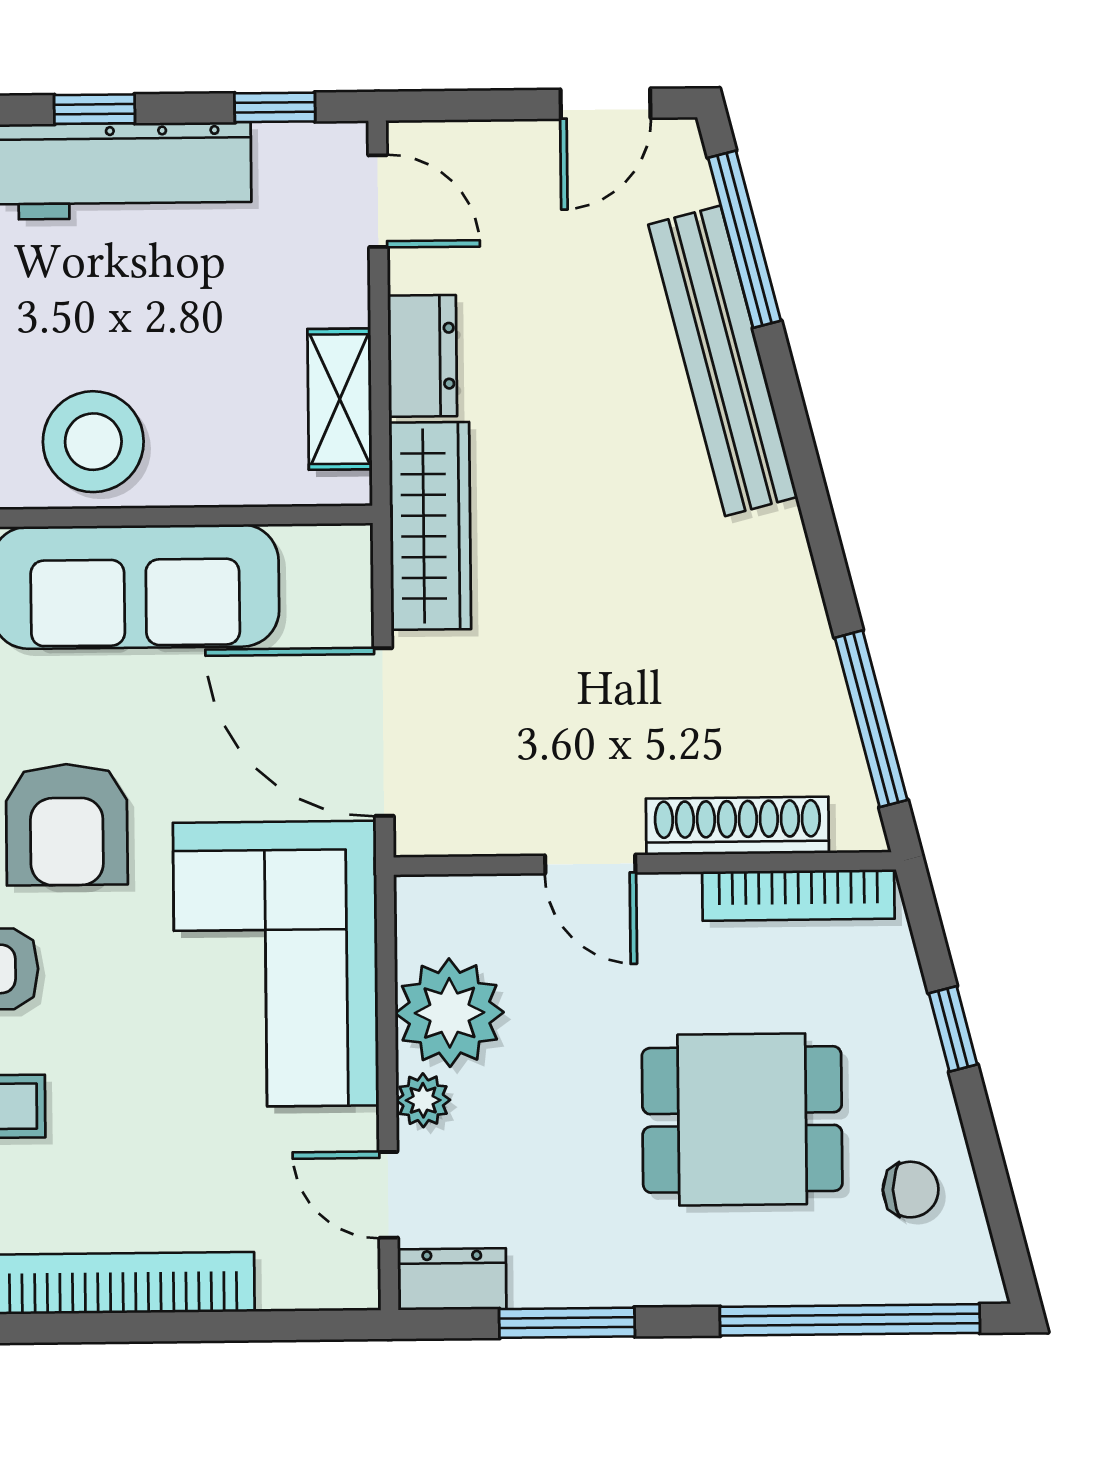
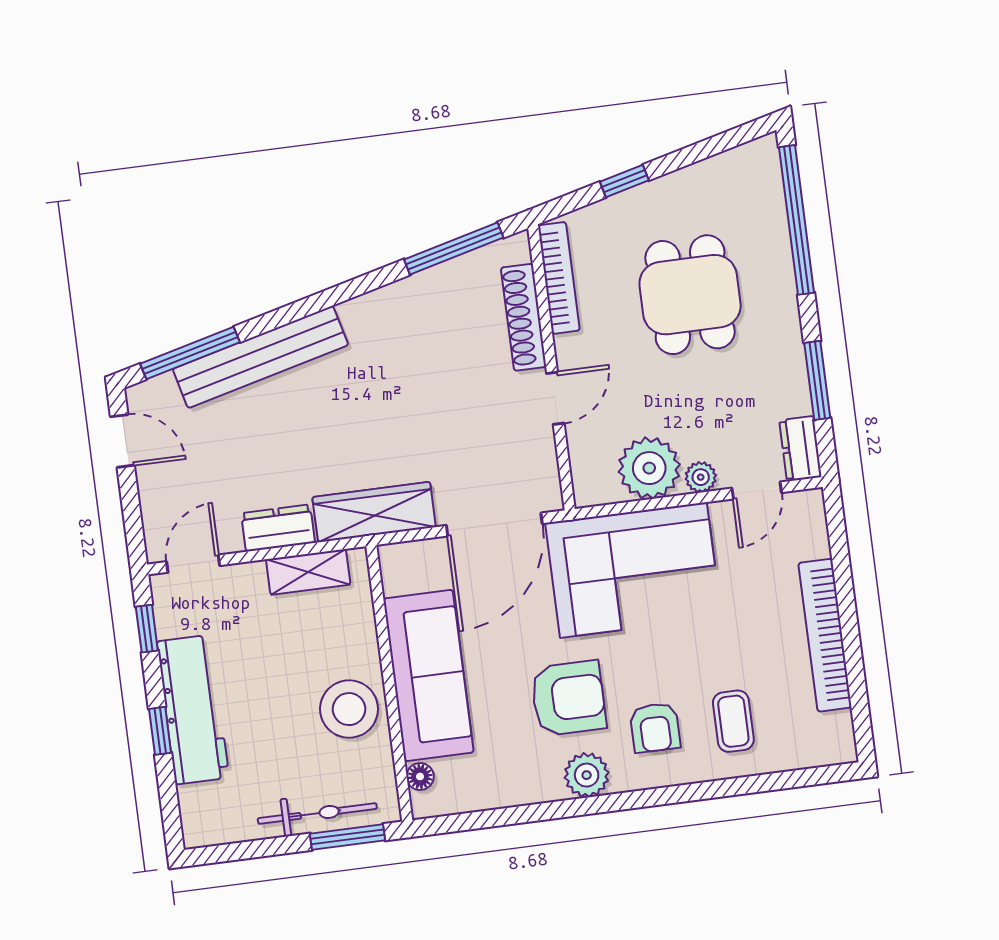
chair: (911, 1190) -> (718, 194), removed

